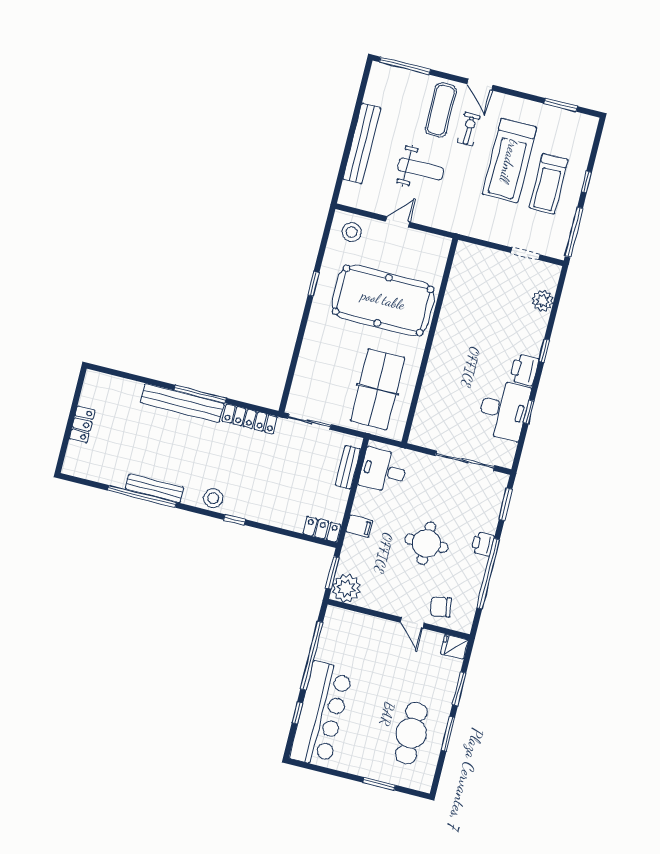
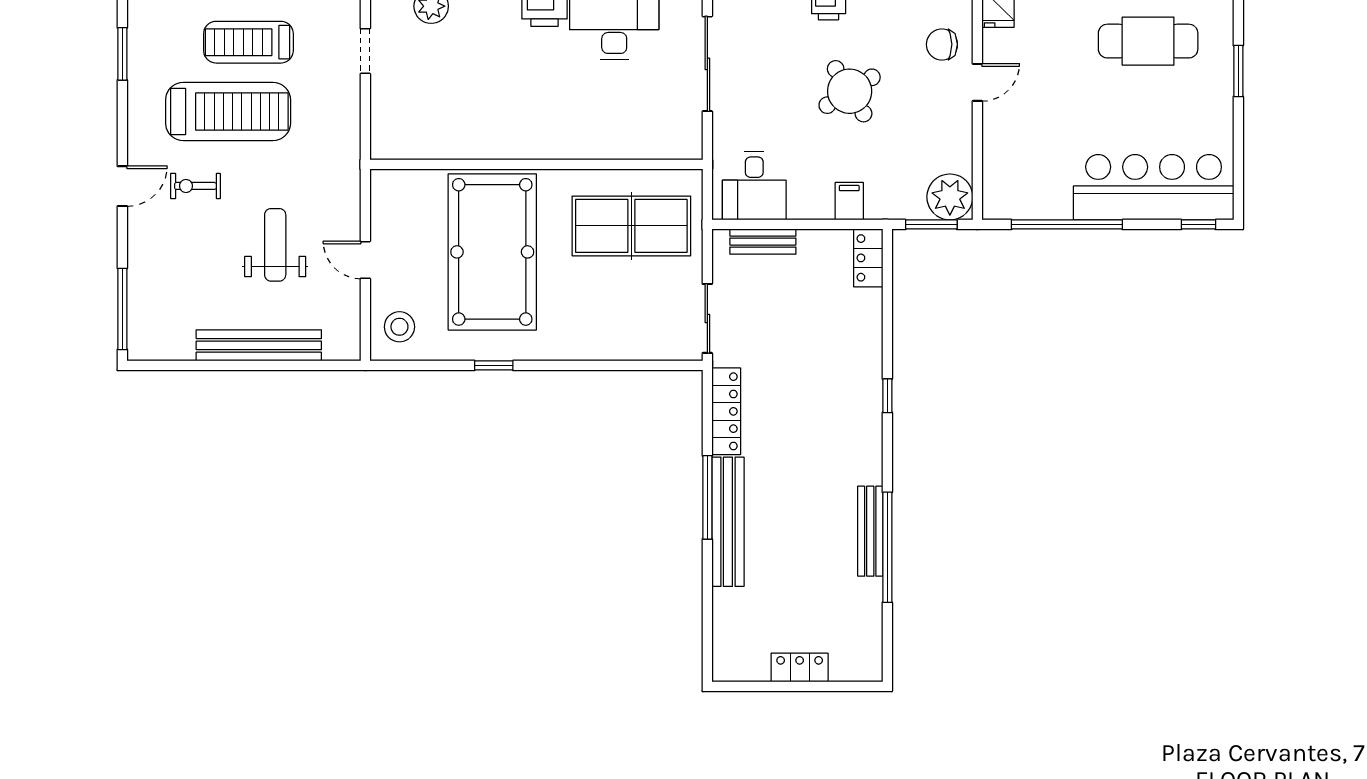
exercise mat: (441, 110) -> (177, 237), removed
treadmill: (549, 184) -> (248, 42), turned 180
stool: (213, 498) -> (863, 437), removed
round table: (426, 543) -> (850, 91), turned -32
chair: (441, 607) -> (942, 44), turned 100
window: (297, 713) -> (1198, 224), moved

